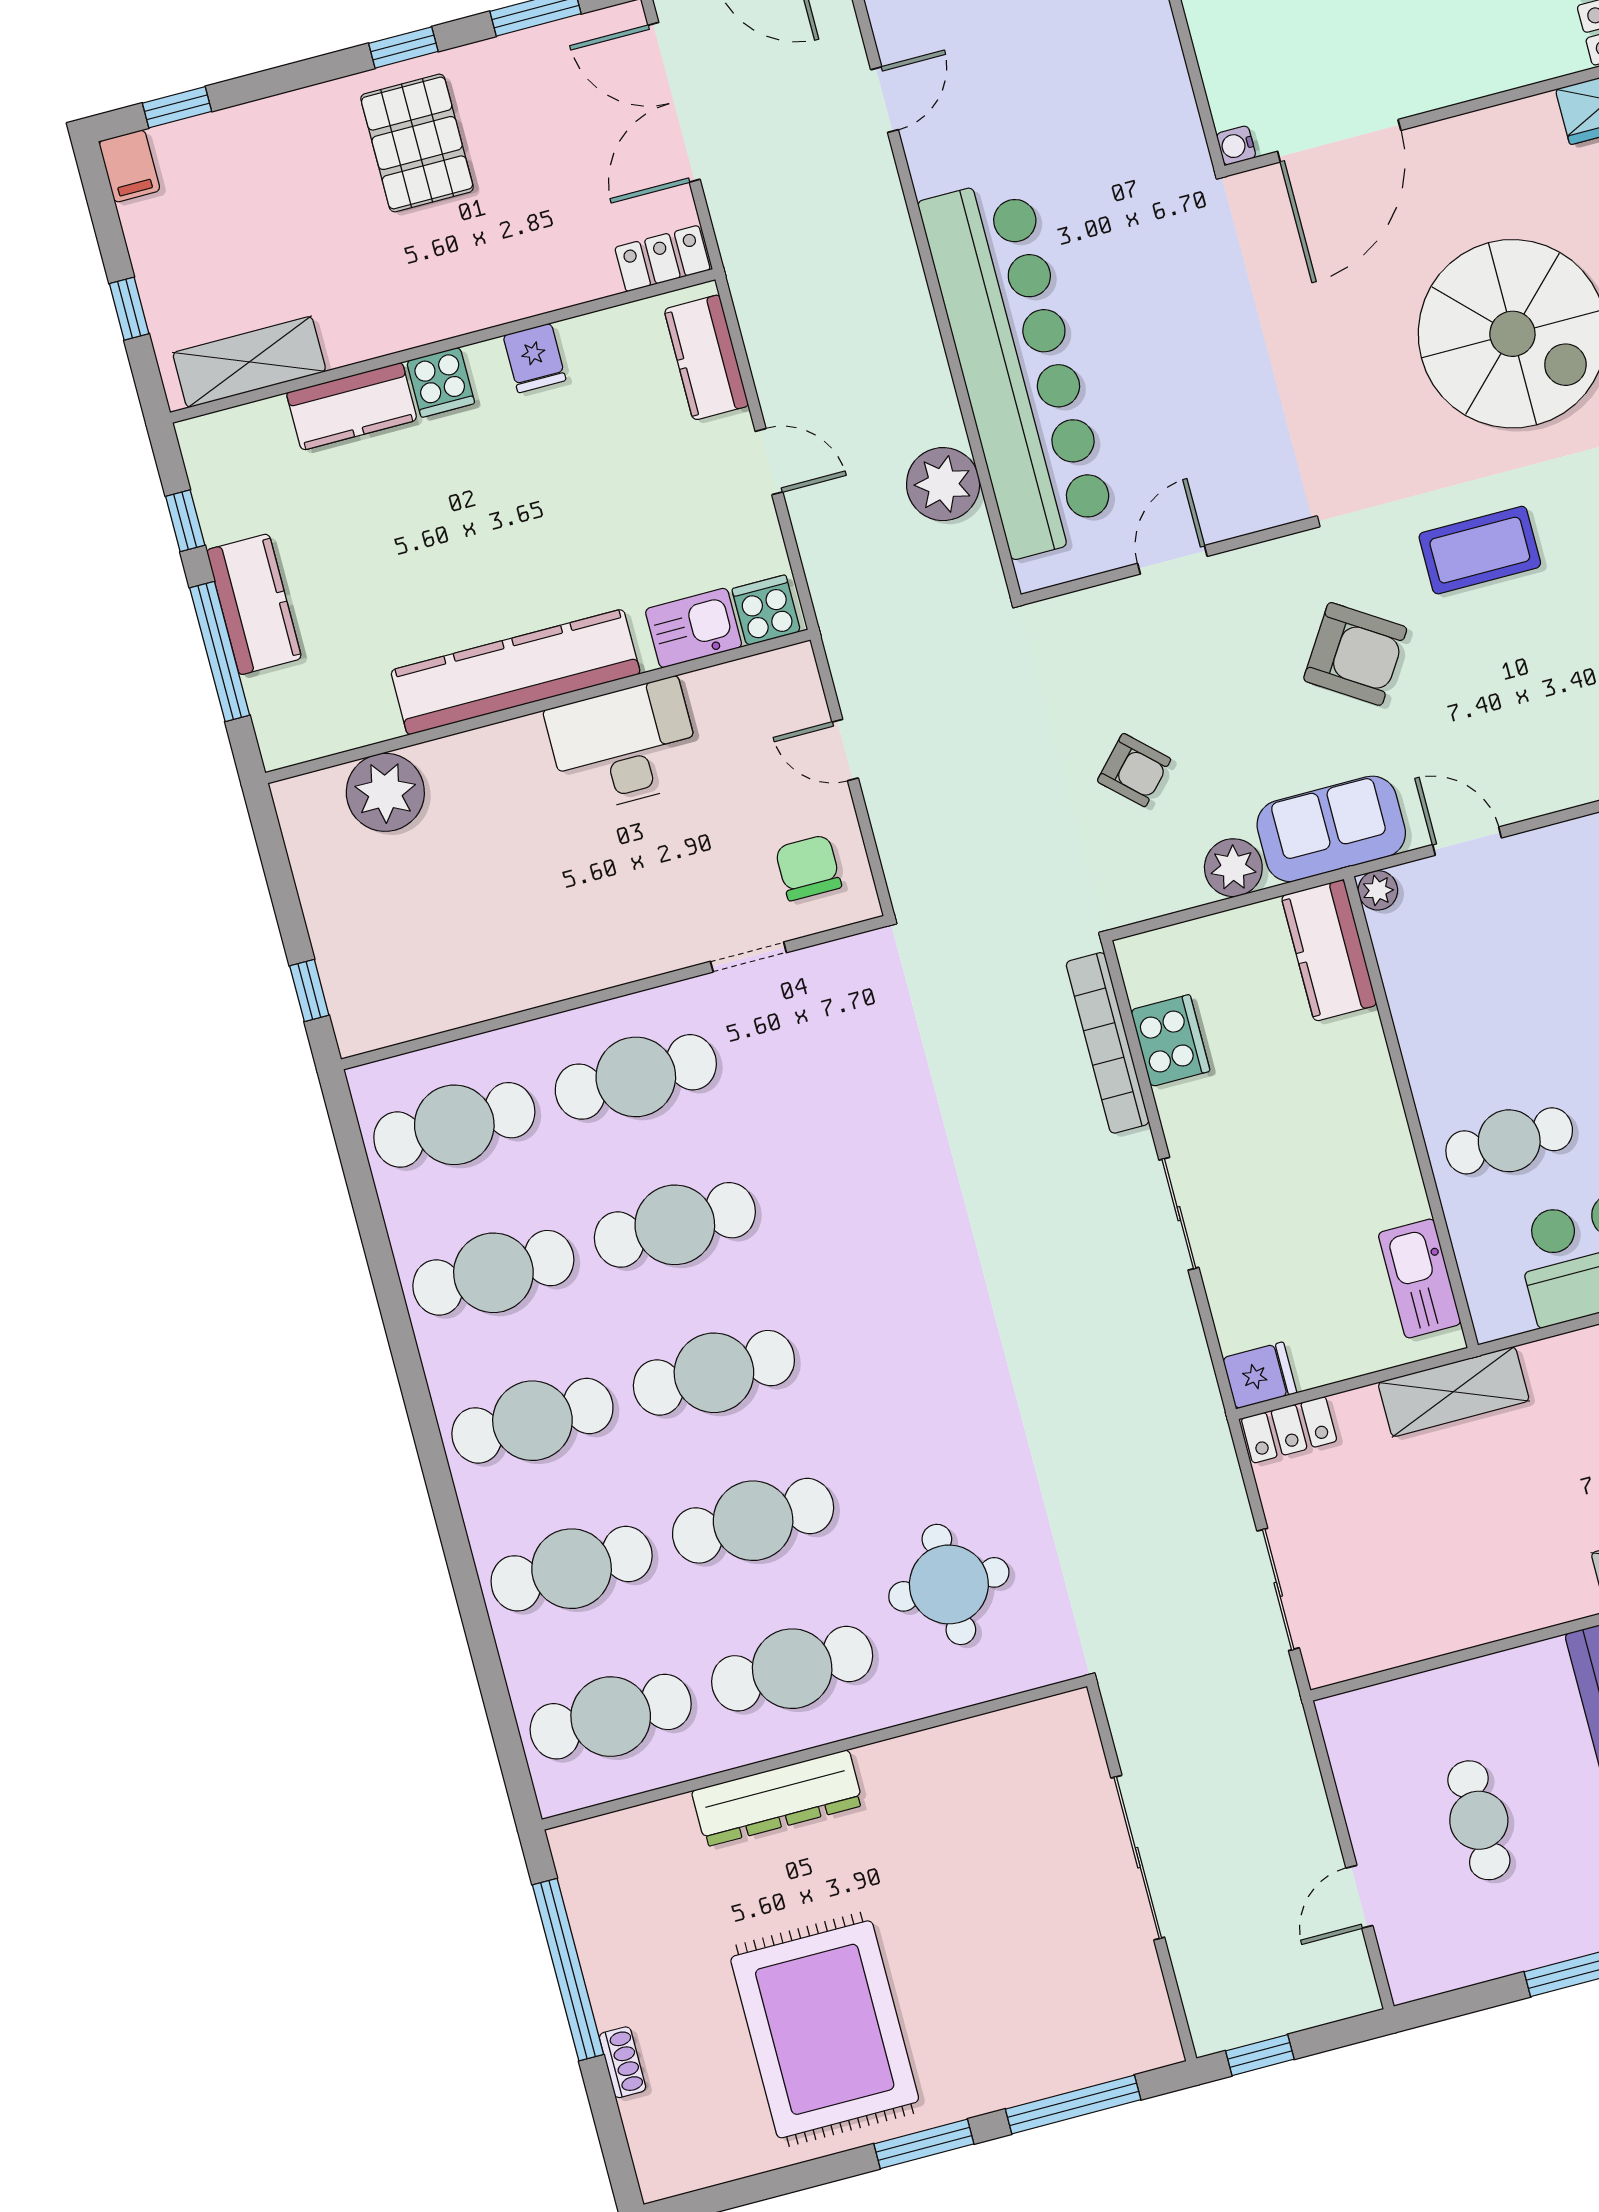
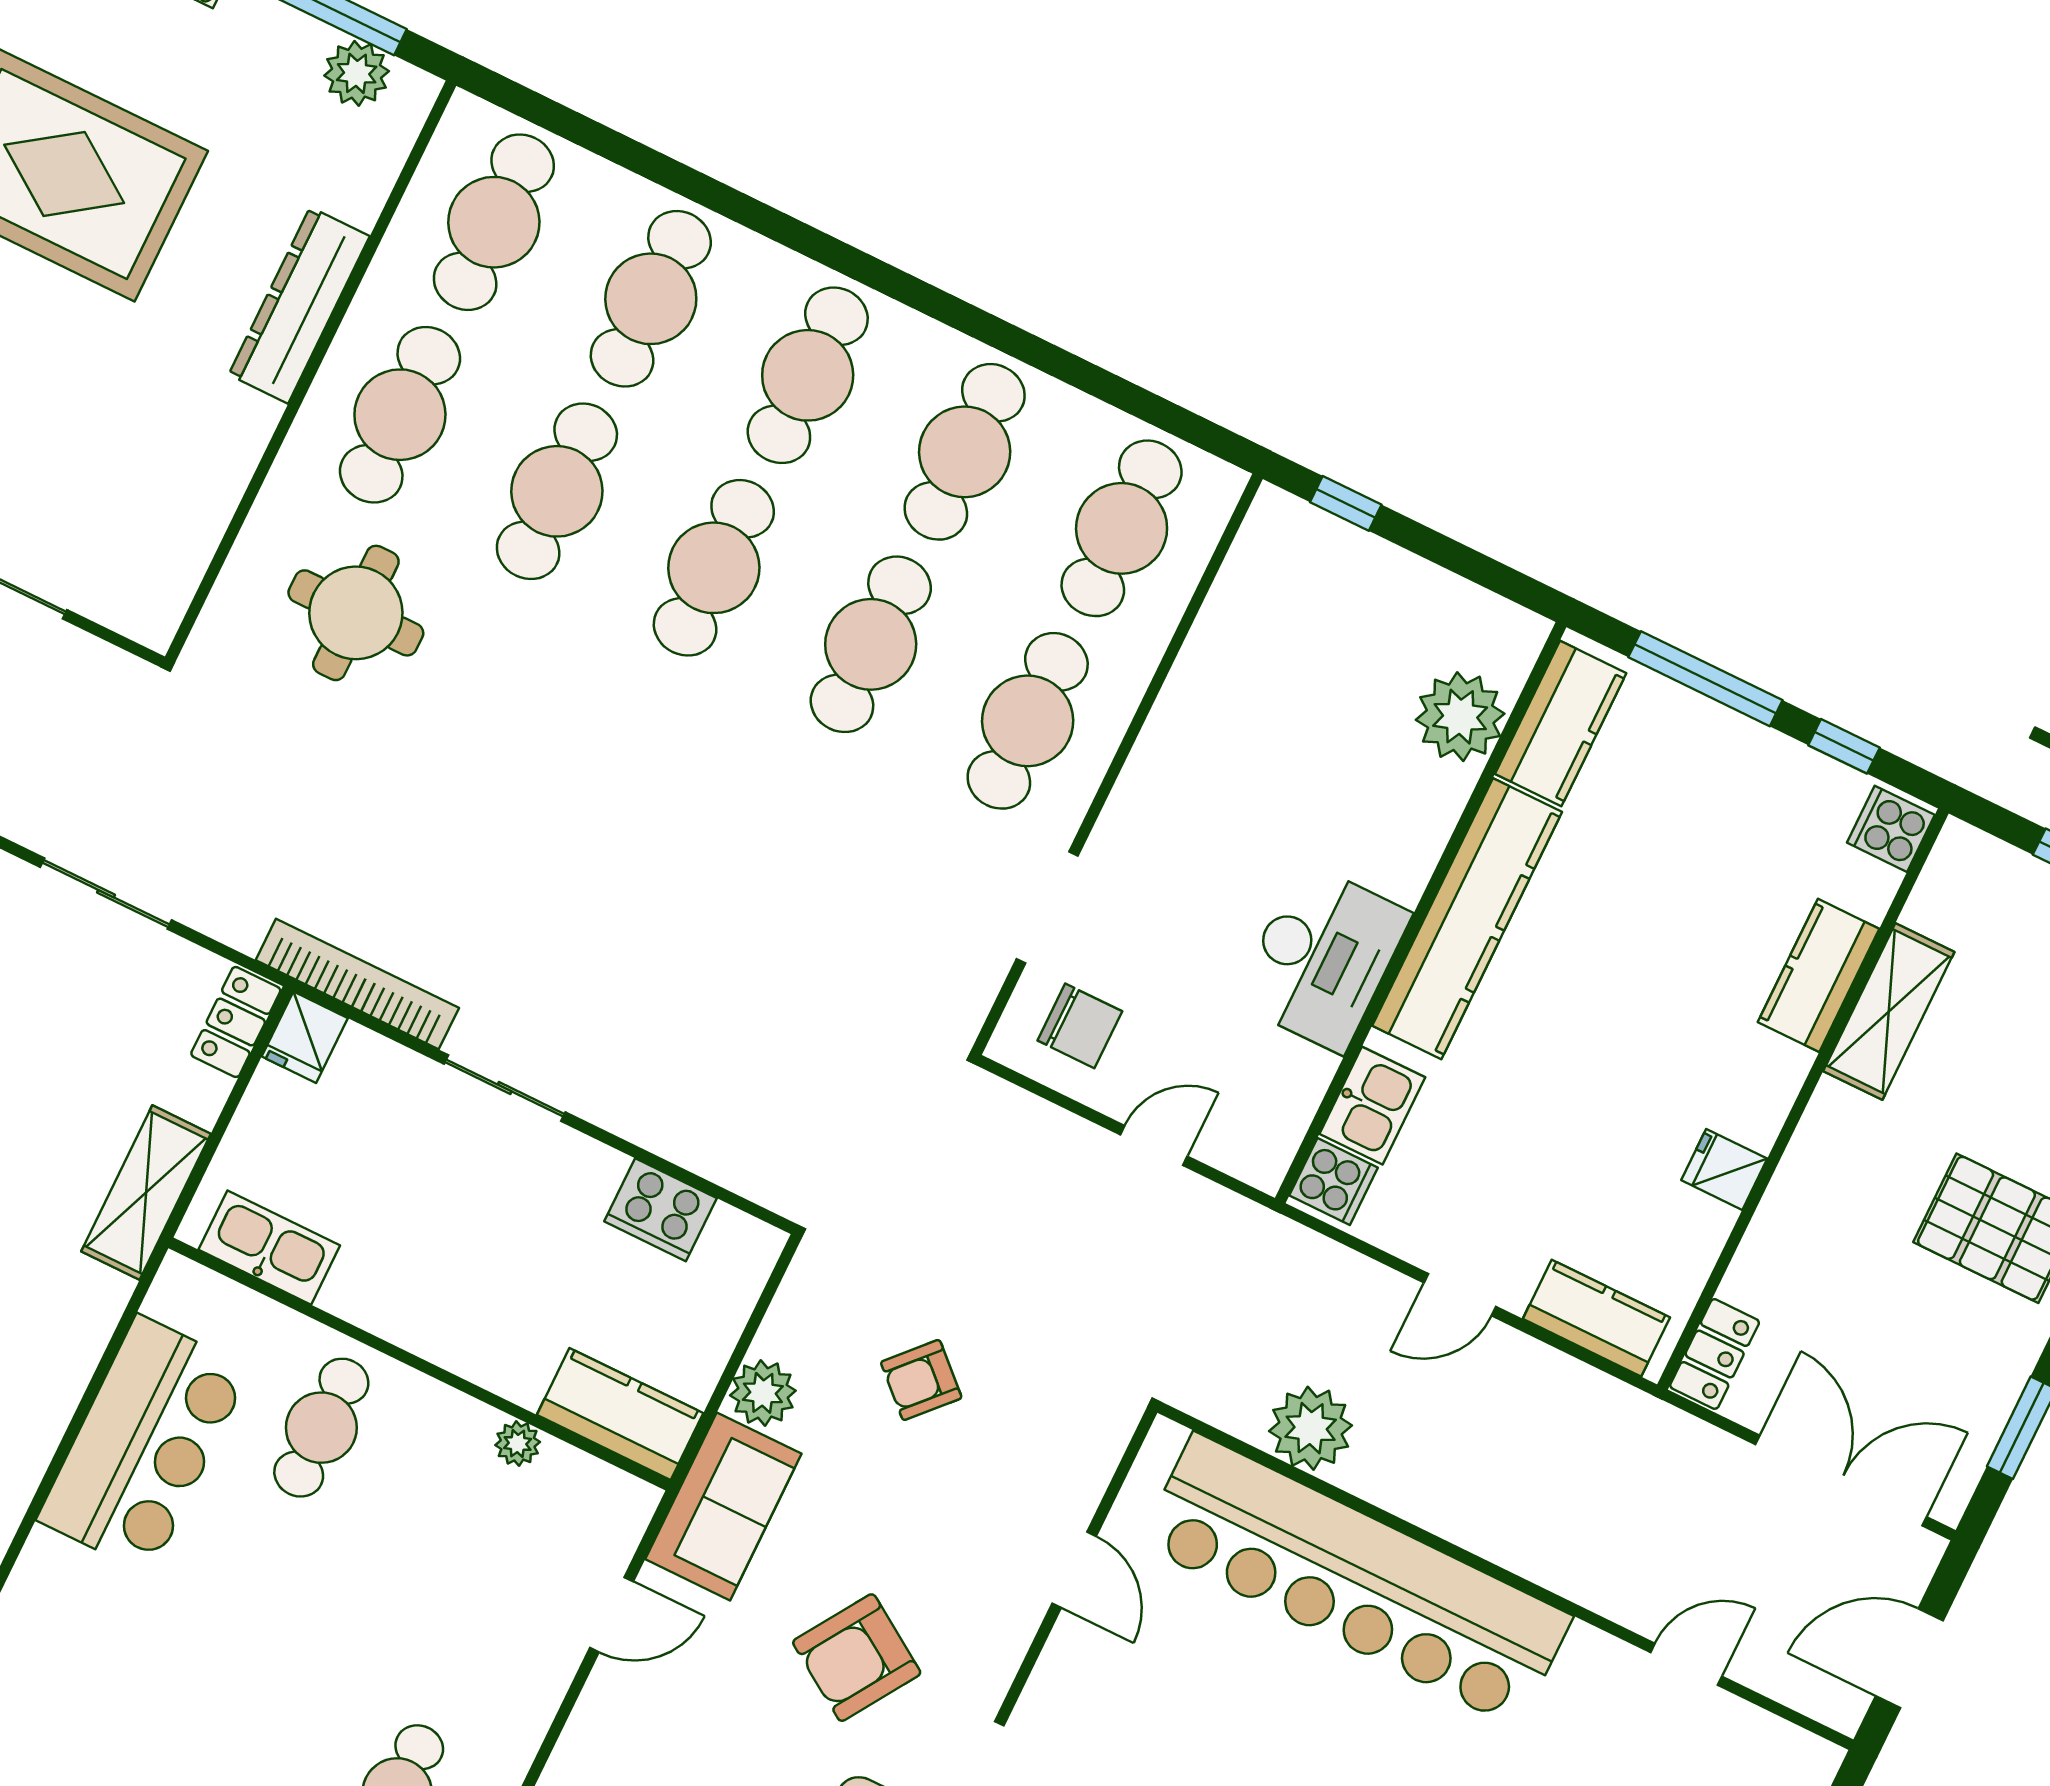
door: (885, 100) -> (1686, 1664), swing flipped
shelving: (249, 362) -> (1889, 1011), moved
cooker: (441, 382) -> (1891, 829), moved
kitchen counter: (254, 604) -> (1561, 724), moved, turned -90
plant: (1378, 890) -> (518, 1443), moved
doorway: (748, 957) -> (1047, 908), width x1.38
bookcase: (1108, 1043) -> (357, 984), moved
plant: (590, 1893) -> (357, 73), added

